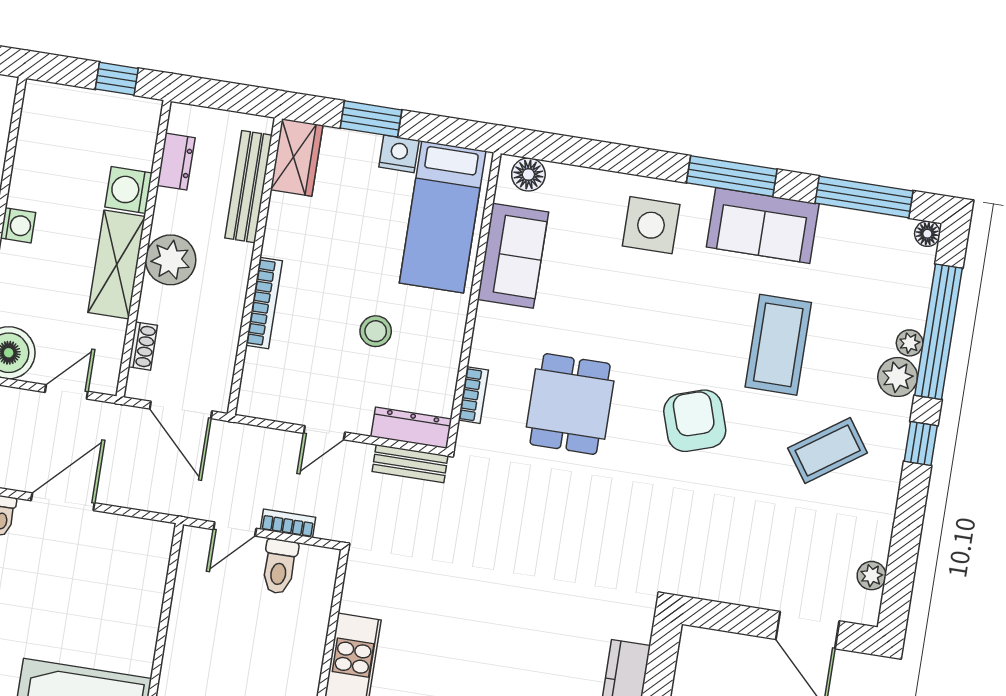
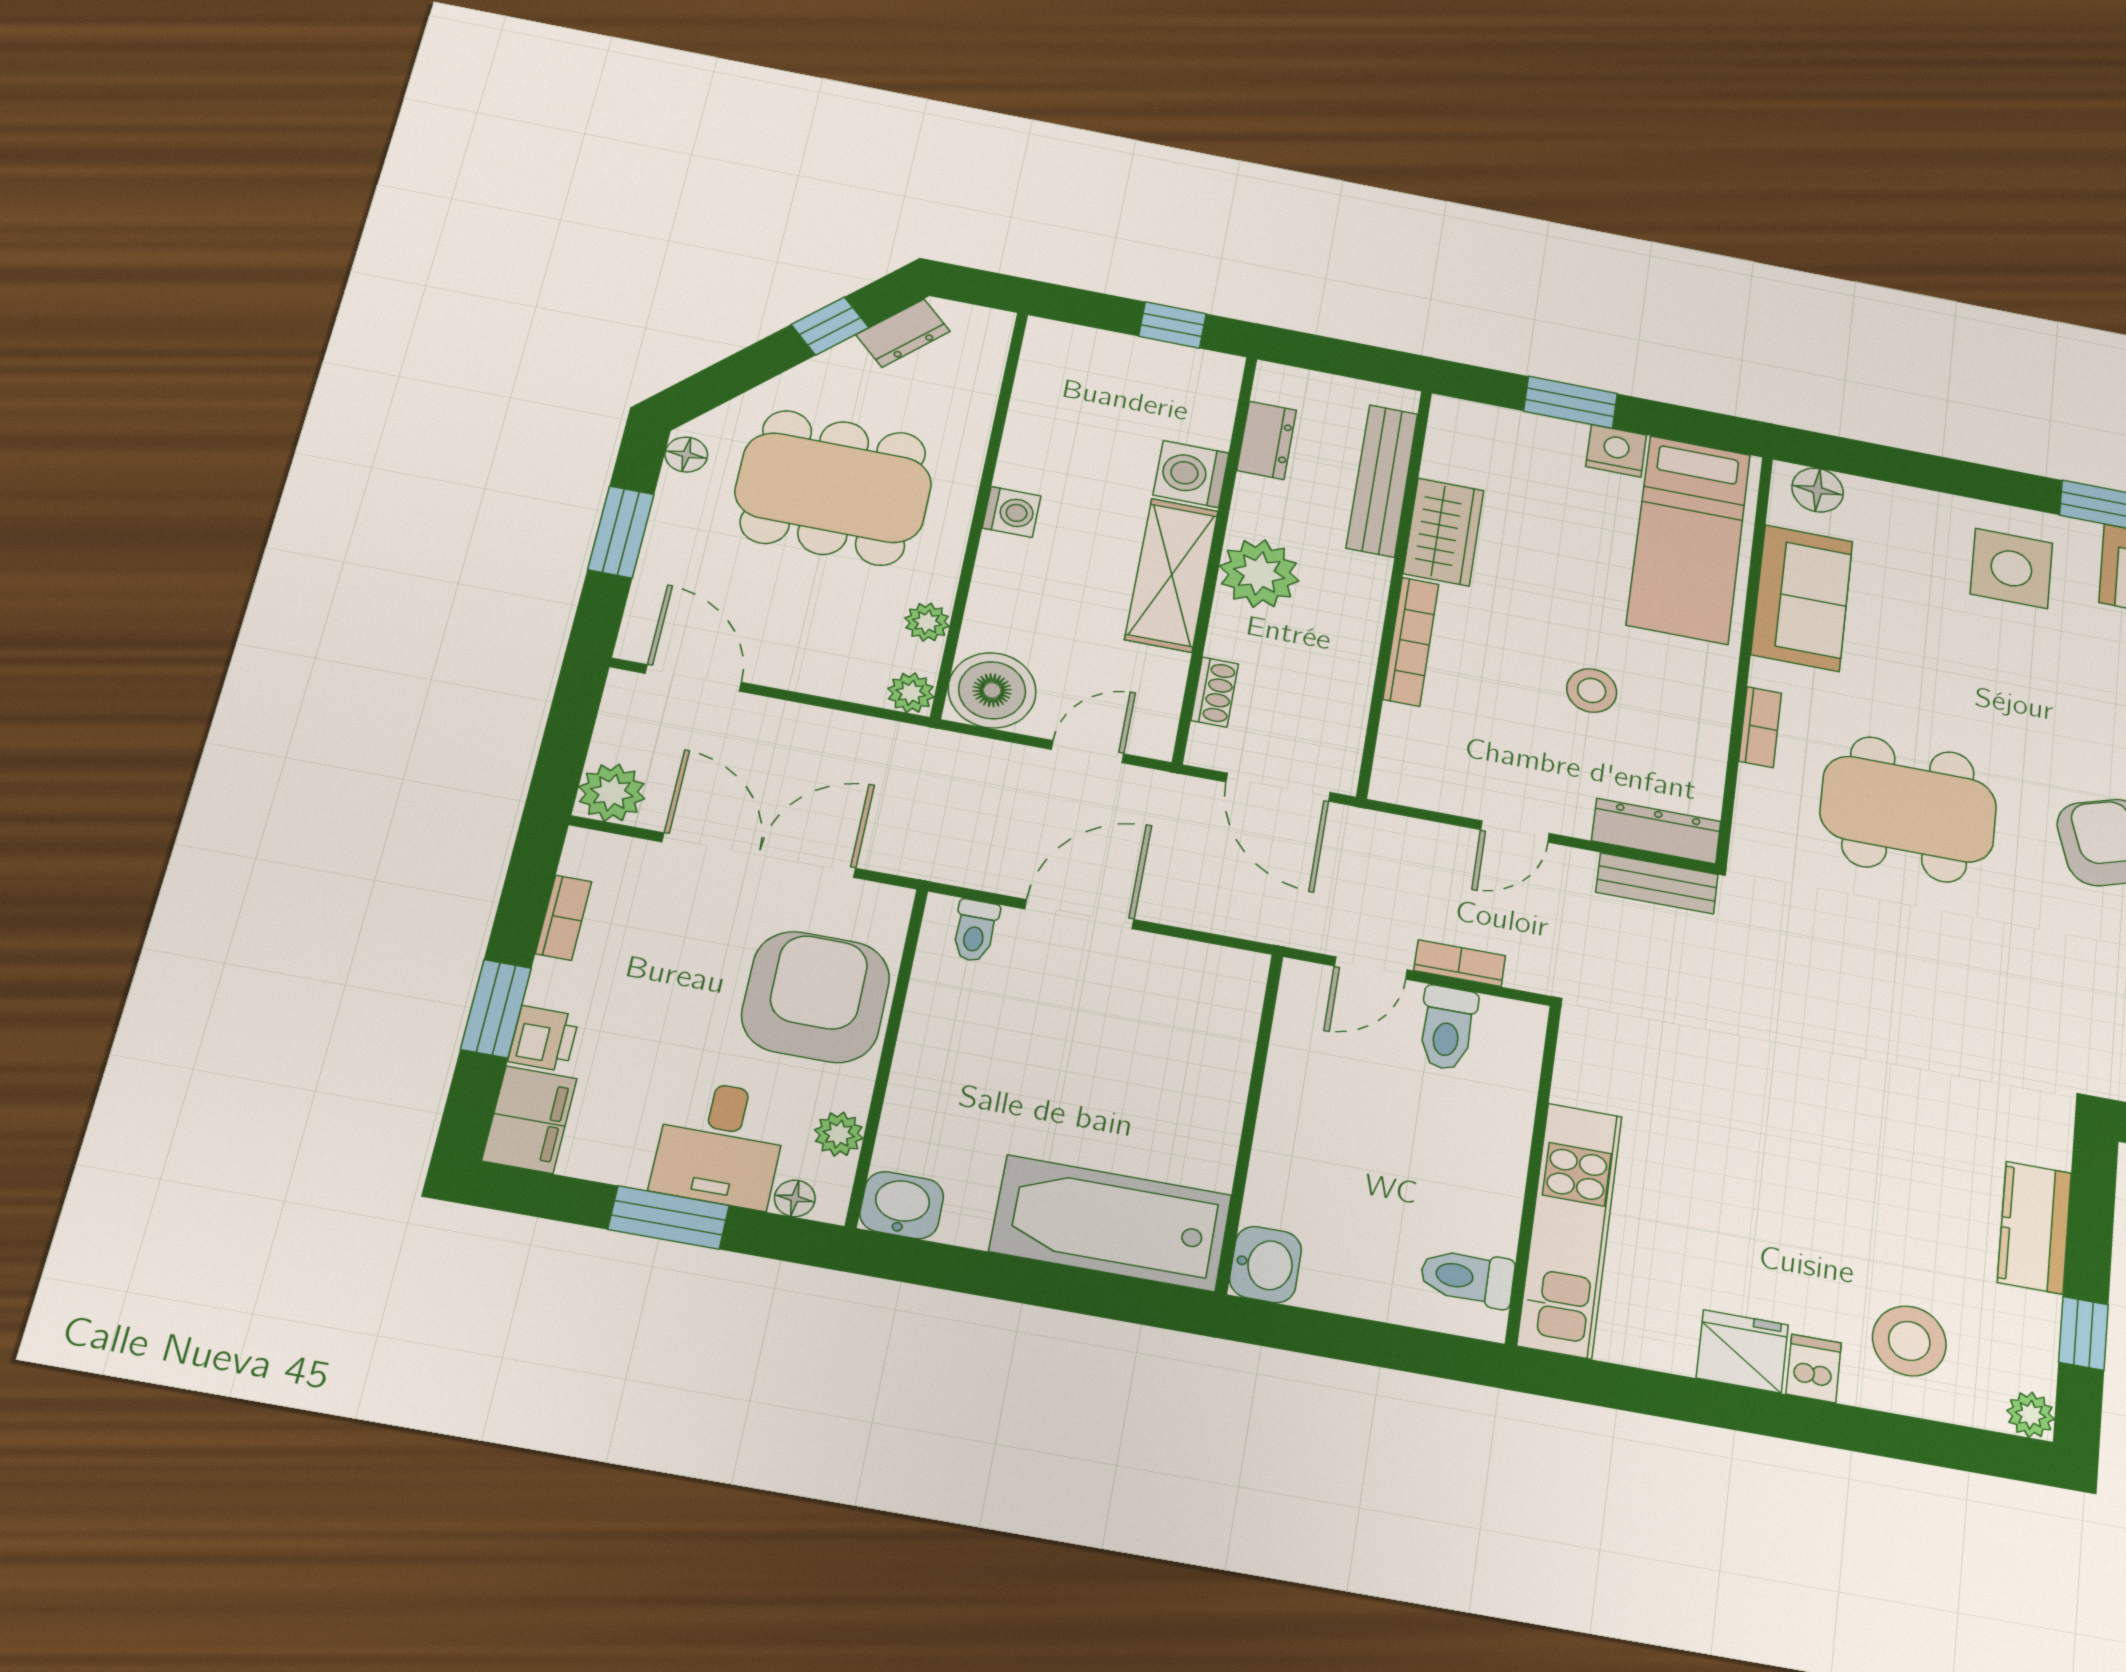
wardrobe: (297, 157) -> (1444, 532), moved
bookcase: (473, 395) -> (1760, 727), moved
dining table: (570, 404) -> (1908, 809), width x1.38

